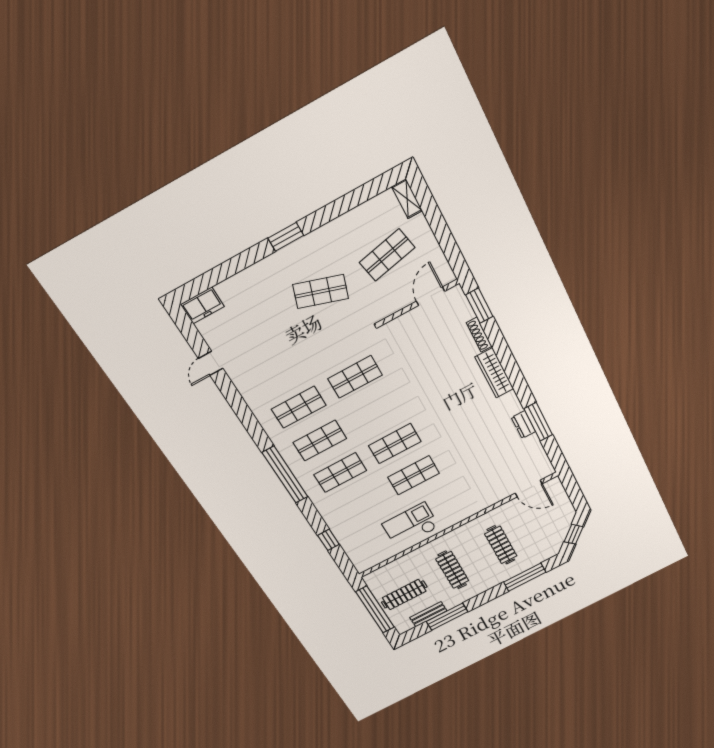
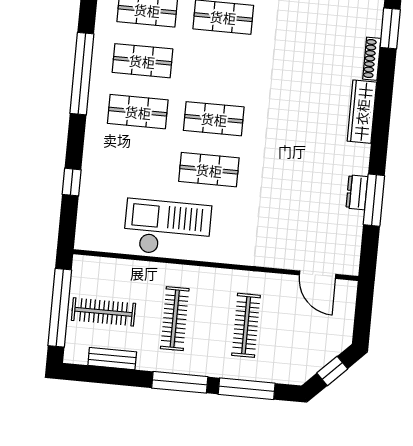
checkout: (411, 525) -> (167, 228), width x1.36, depth x1.21
window: (447, 617) -> (180, 382), moved

